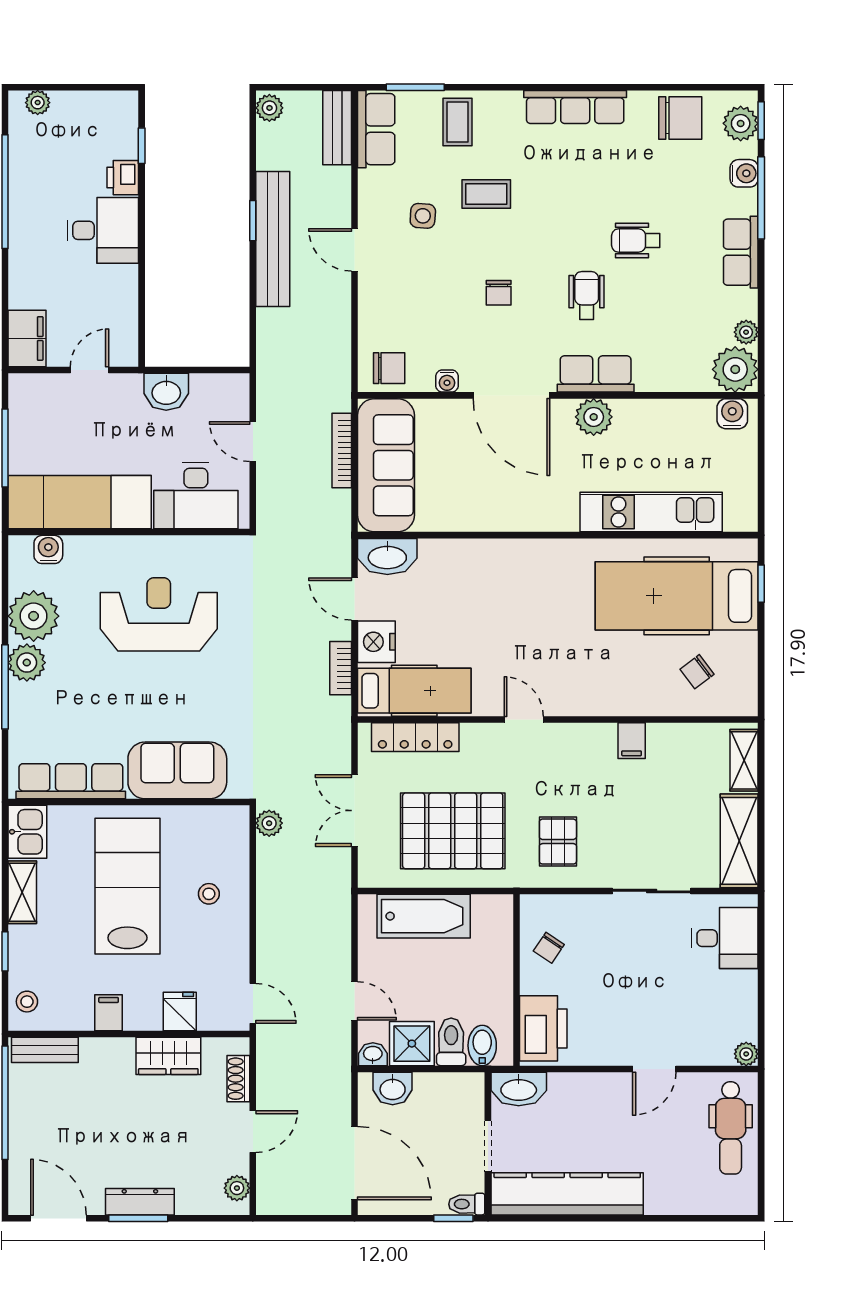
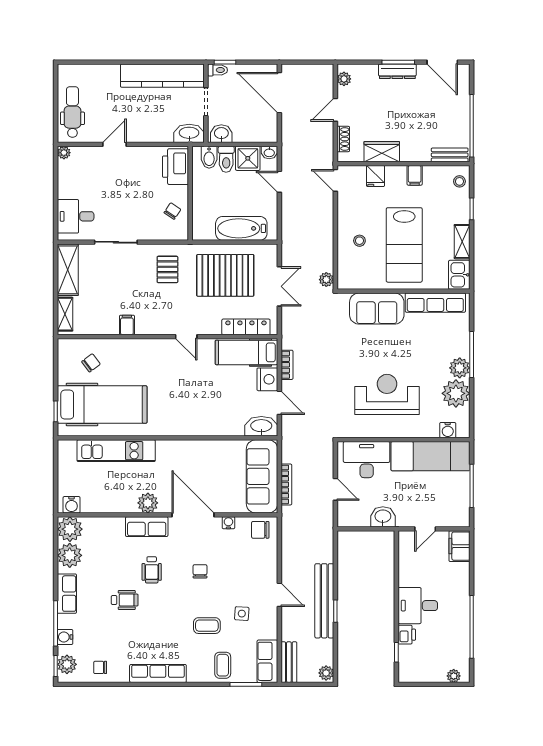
chair: (680, 118) -> (100, 667), width x0.54, depth x0.54
plant: (746, 332) -> (70, 555), width x1.88, depth x1.88
reception desk: (159, 614) -> (387, 394), turned 180
washbasin: (393, 1088) -> (221, 134), moved

